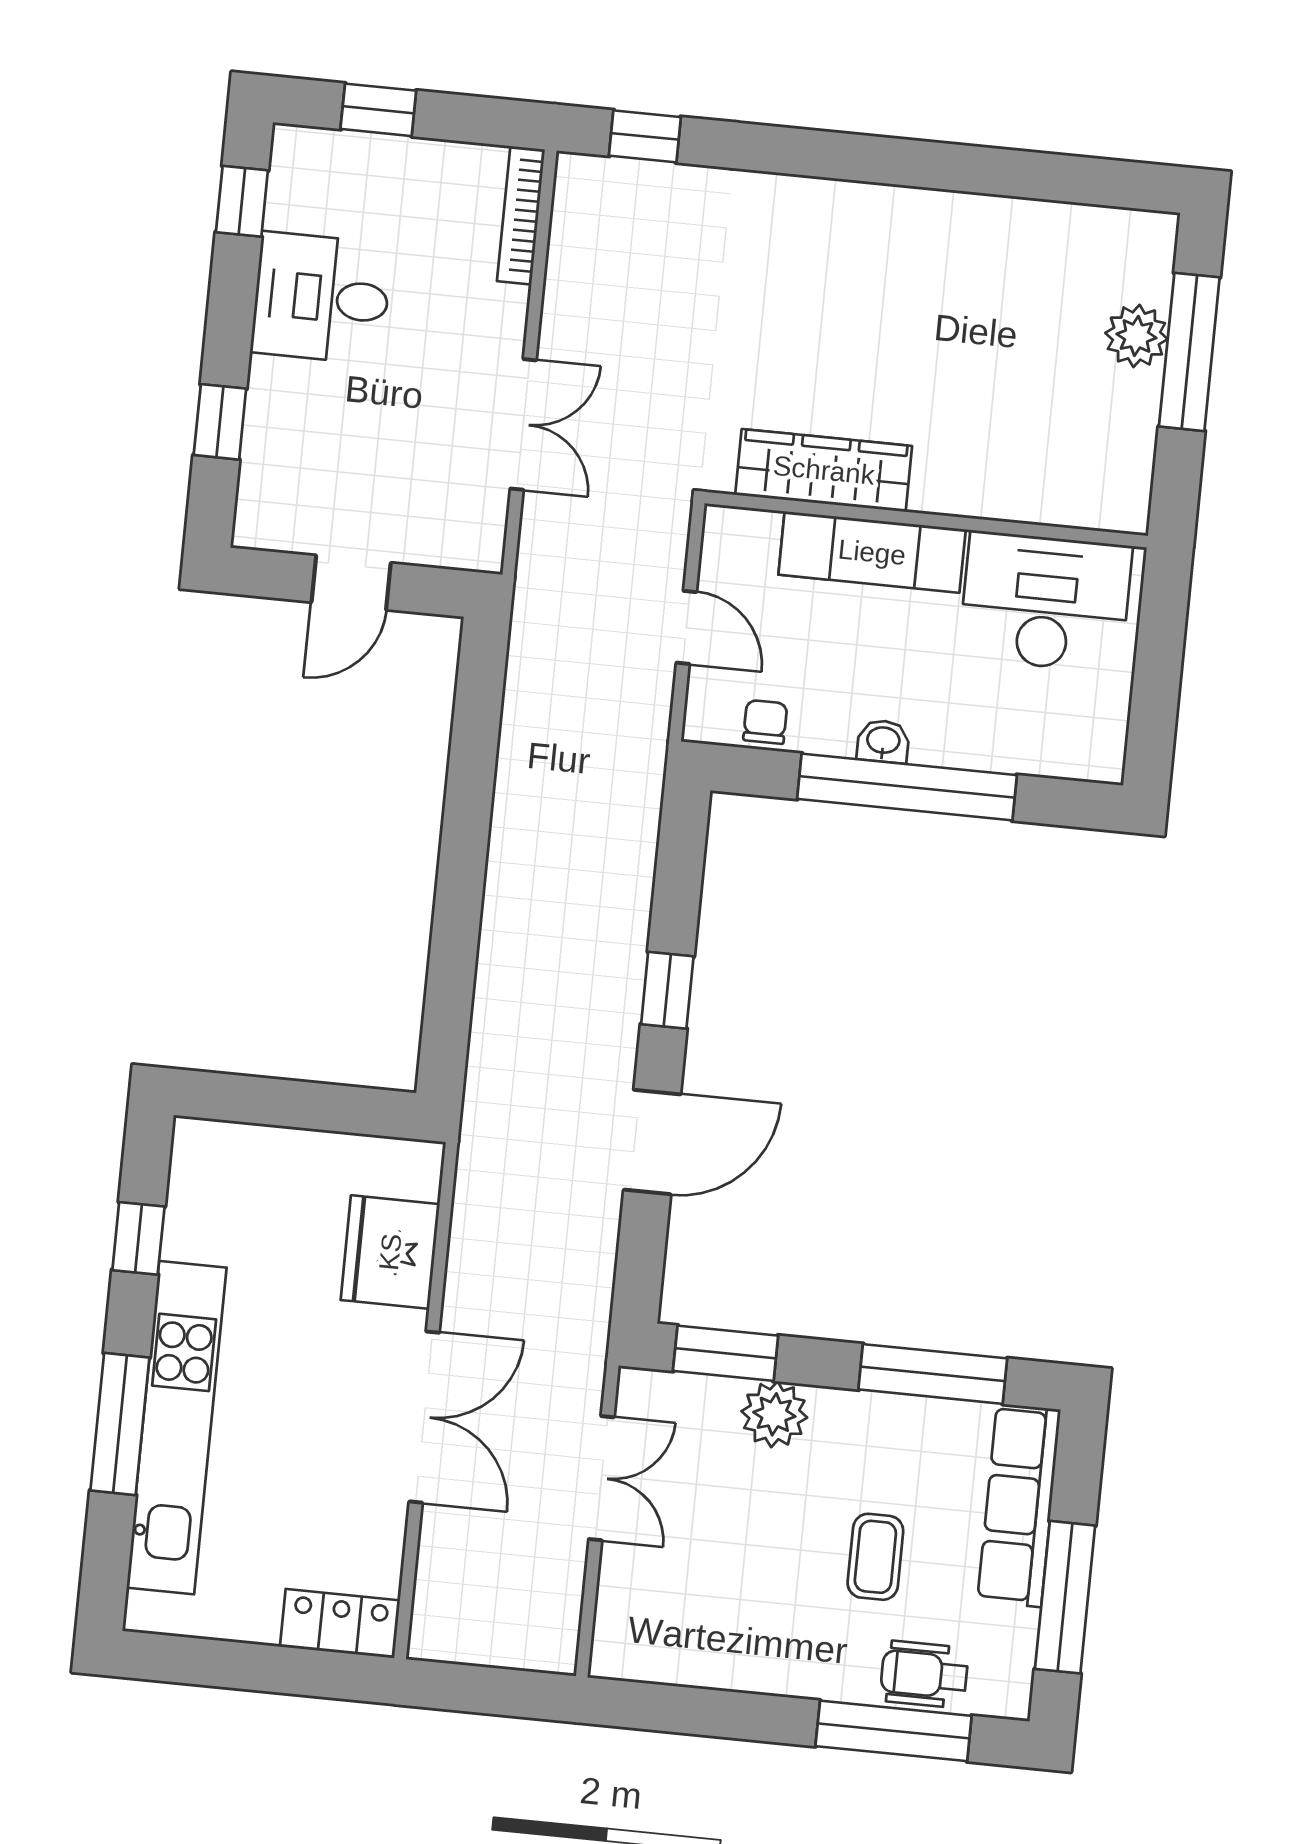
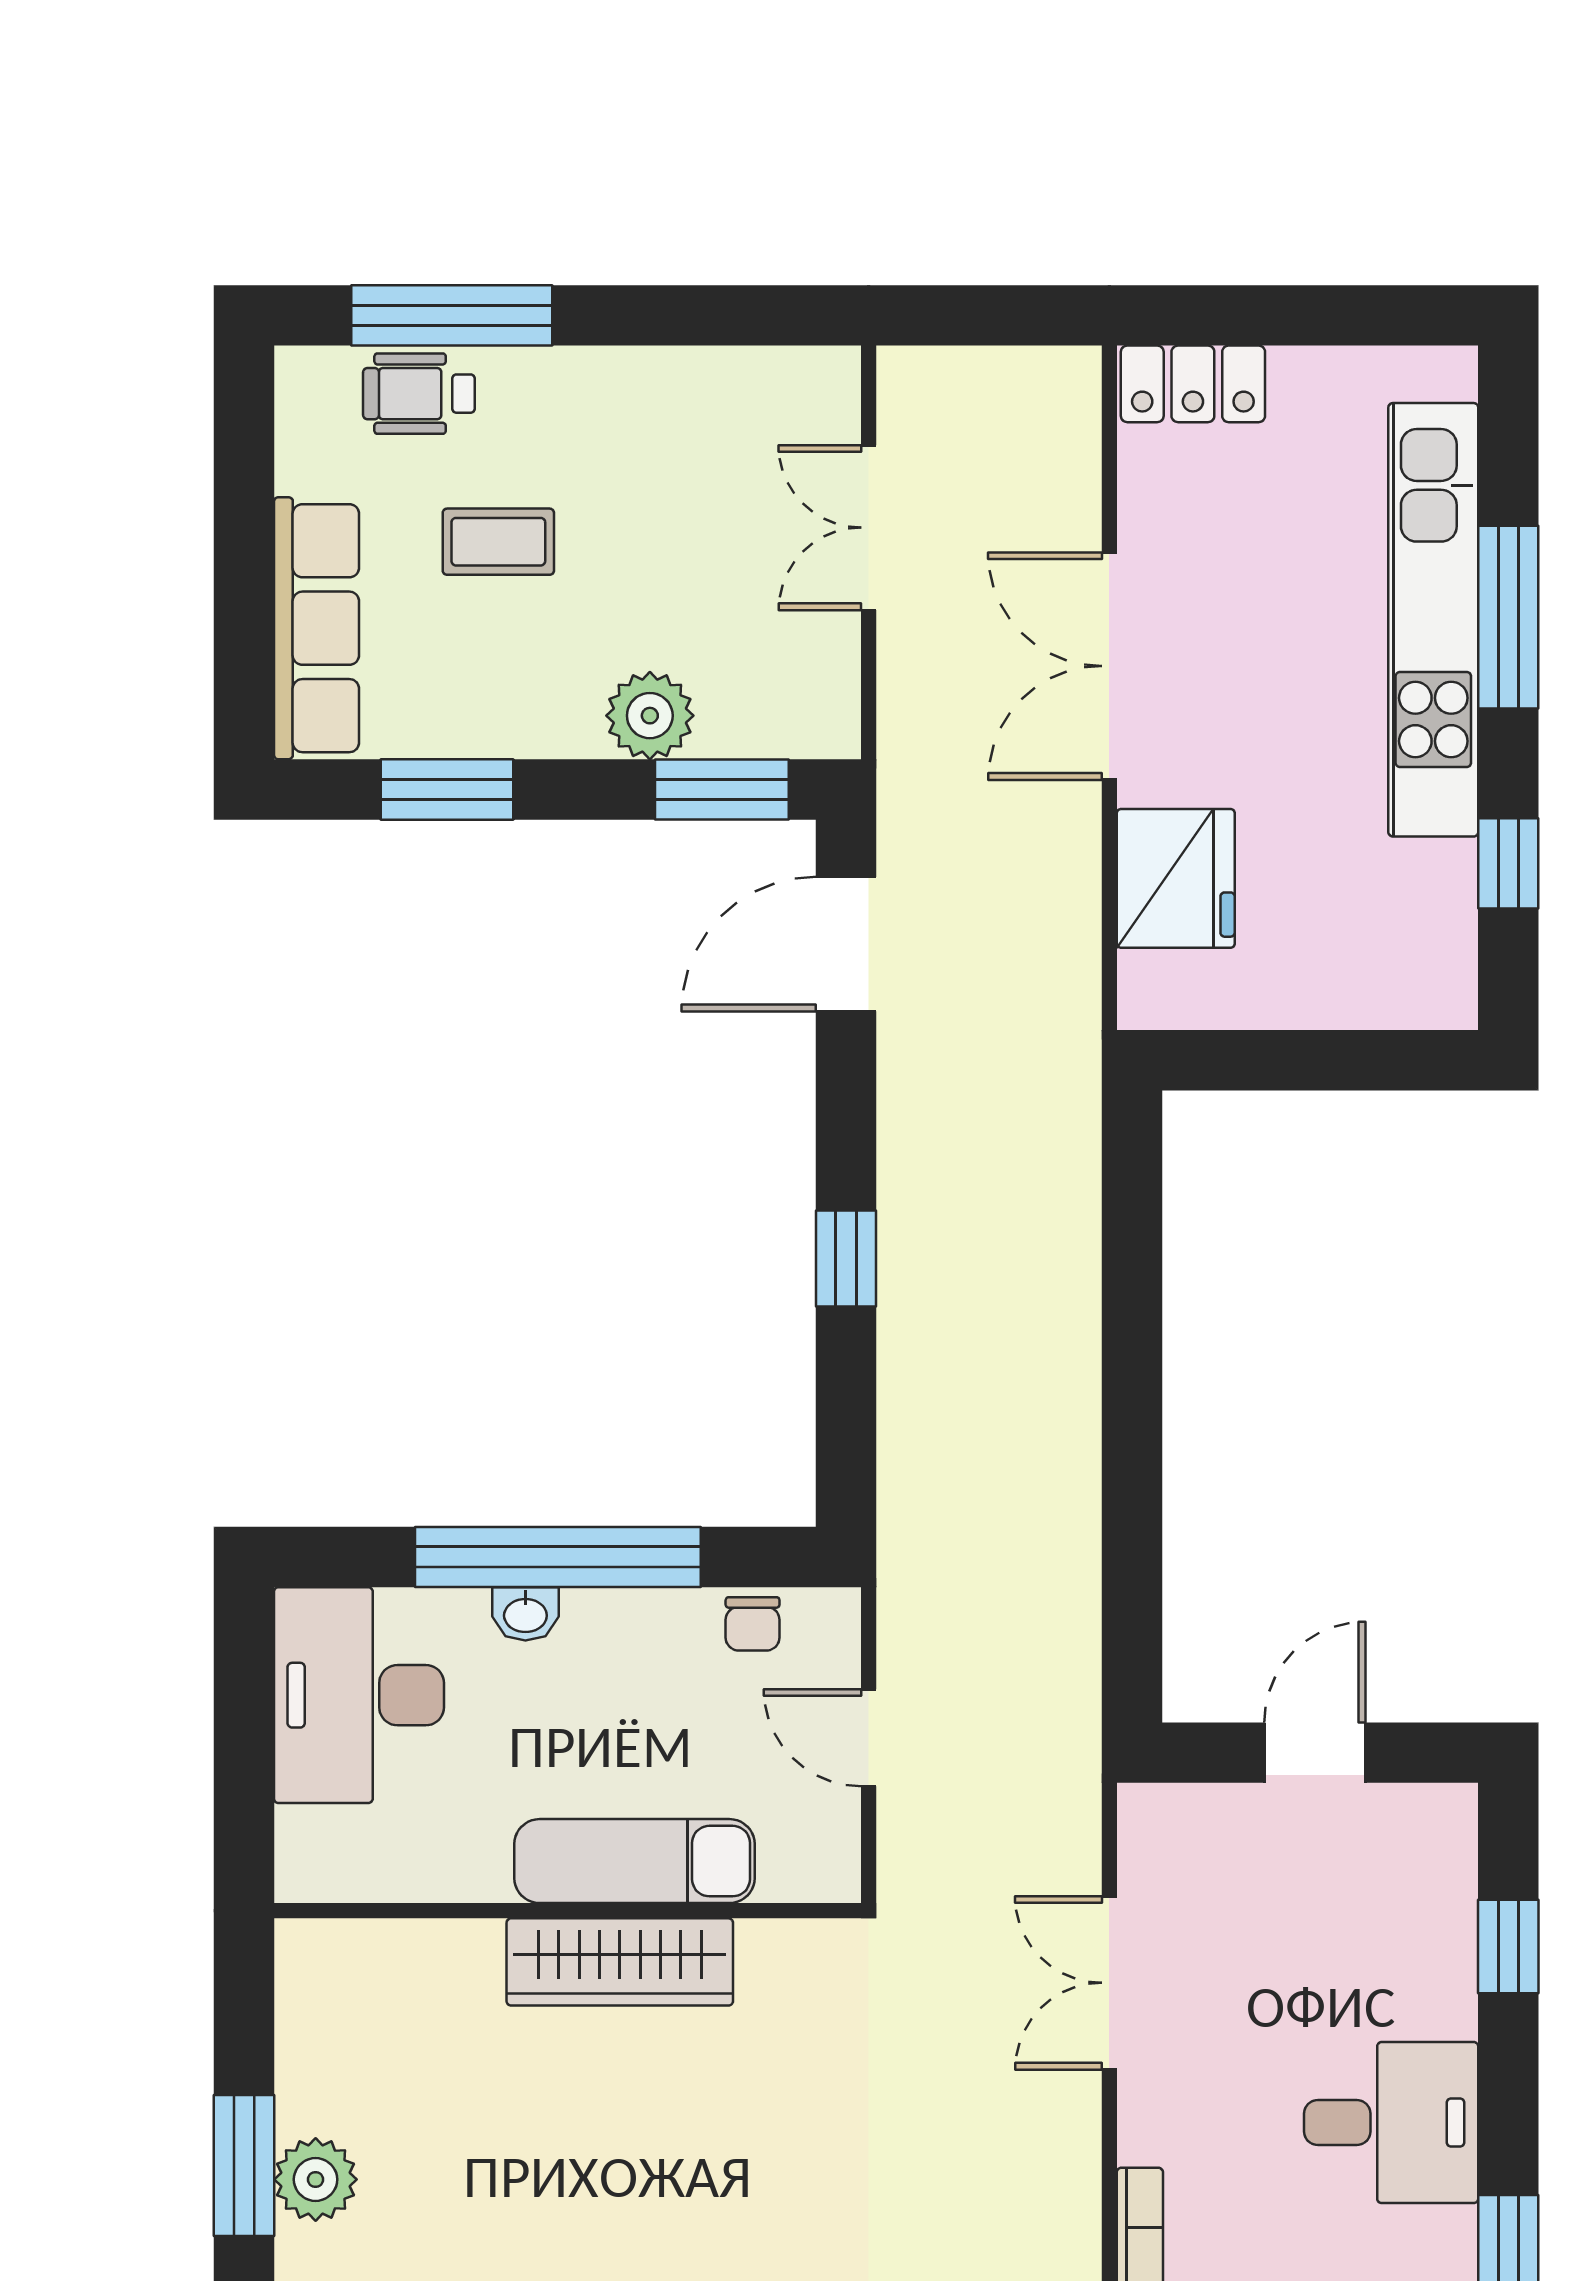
window: (1189, 352) -> (244, 2166), width x0.69
wardrobe: (824, 470) -> (620, 1962), moved
desk: (1045, 602) -> (359, 1695), moved, turned 90
washbasin: (883, 741) -> (525, 1614), moved
door: (652, 1142) -> (846, 944), moved
window: (933, 1374) -> (447, 789), width x0.69
double door: (601, 1478) -> (869, 528), moved
coffee table: (875, 1557) -> (498, 542), turned 90
window: (1065, 1597) -> (244, 514), removed
wheelchair: (924, 1674) -> (419, 394), turned 180

